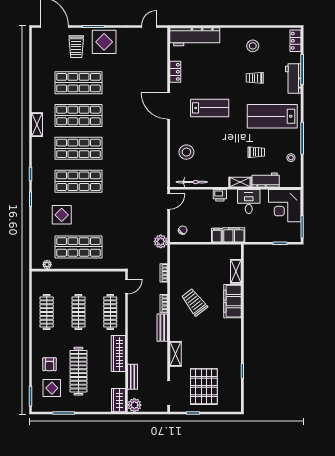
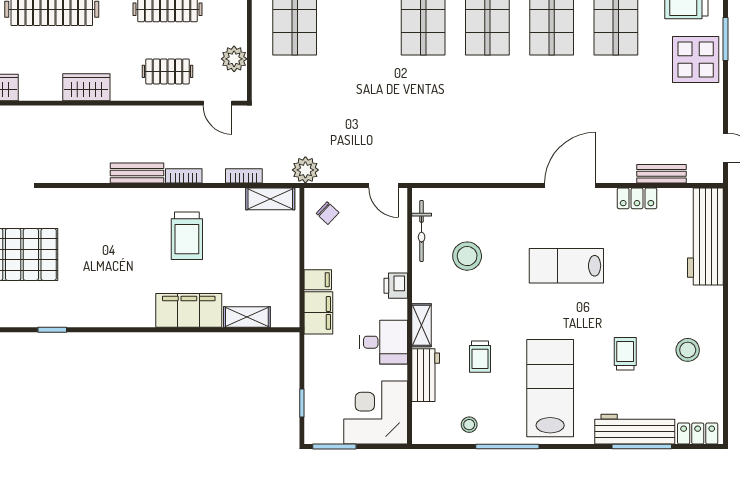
workbench: (293, 79) -> (635, 429), width x1.38
lab bench: (210, 108) -> (566, 266), turned 90
stool: (186, 152) -> (467, 256), moved
plant: (104, 278) -> (234, 59), added
trolley: (194, 302) -> (187, 236), turned 128
clothes rail: (110, 312) -> (168, 71), width x0.73
wardrobe: (118, 354) -> (86, 87), width x0.67
shelving: (175, 354) -> (270, 199), moved
bench: (132, 377) -> (662, 174), moved

